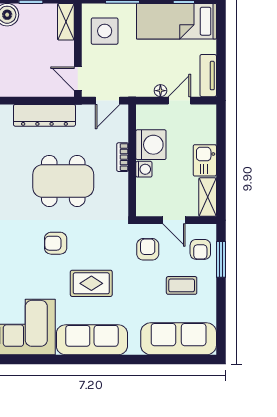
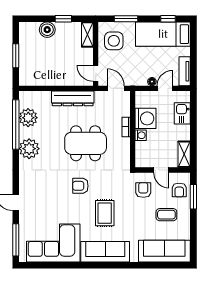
door: (108, 101) -> (116, 88), swing flipped
kitchen sink: (205, 160) -> (182, 113), moved
rug: (91, 283) -> (105, 213), turned 90

